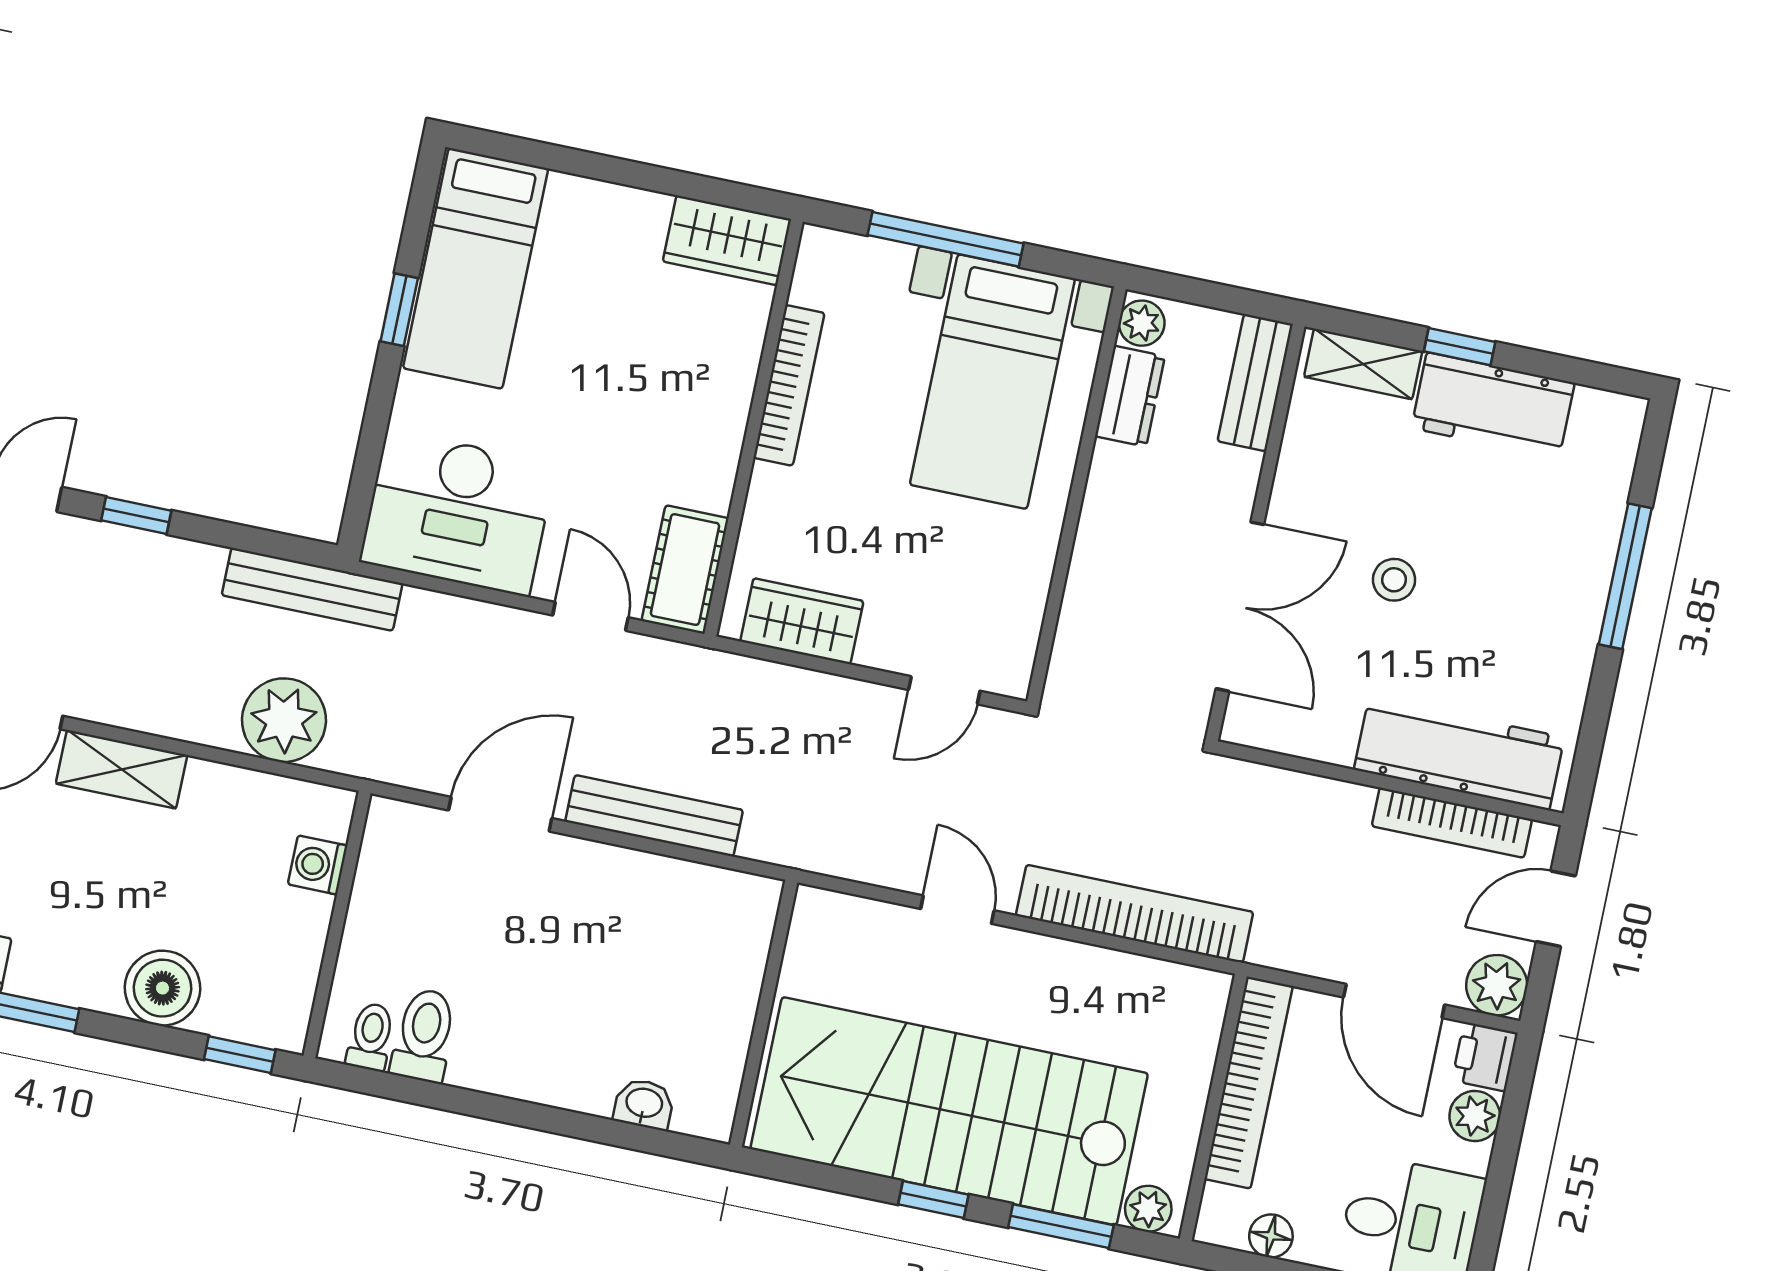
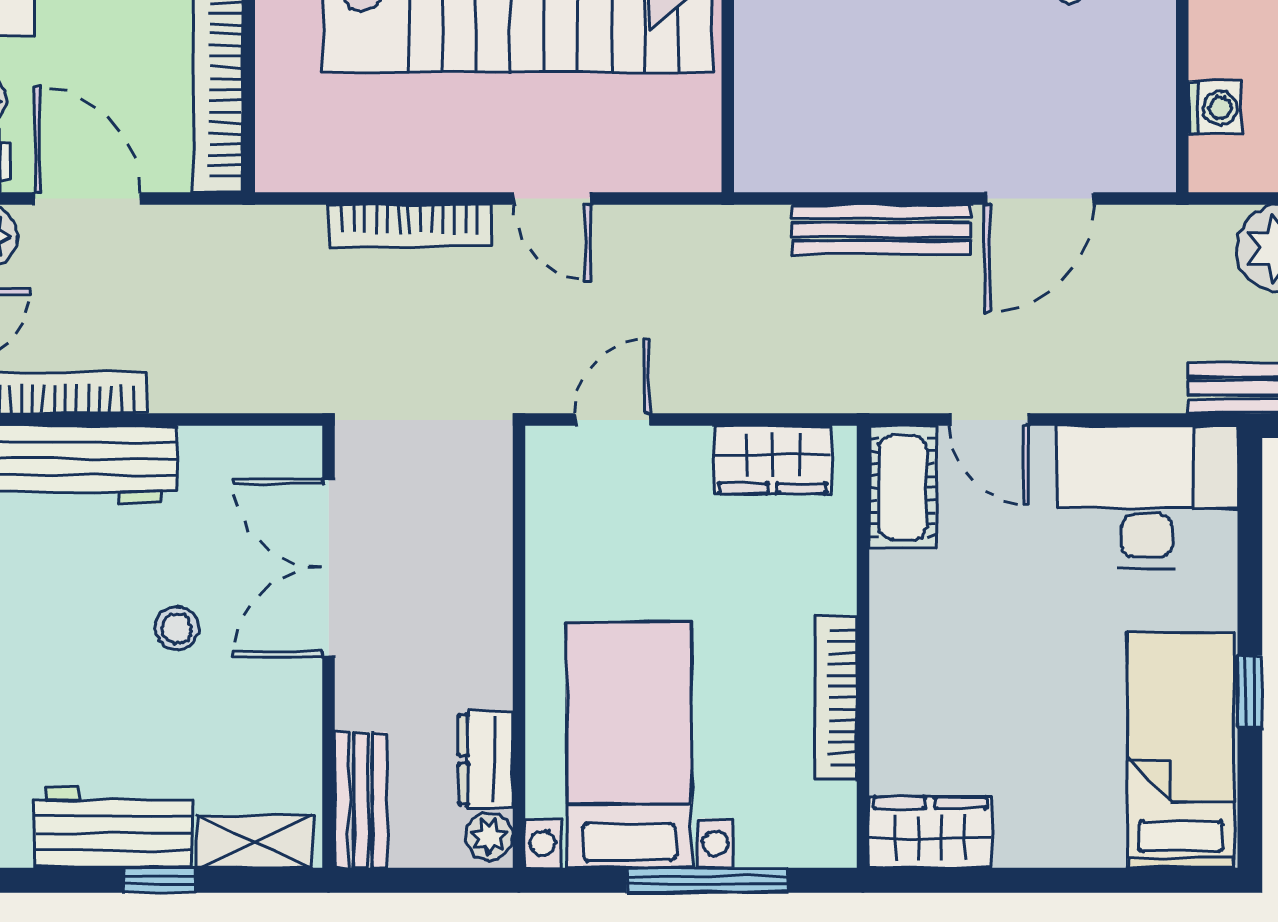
bookcase: (1135, 914) -> (410, 225), width x0.68, depth x0.76

